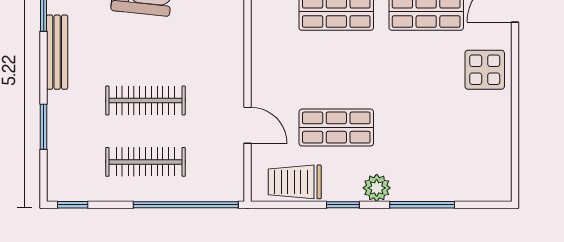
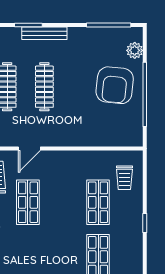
bench: (57, 52) -> (44, 33), moved

